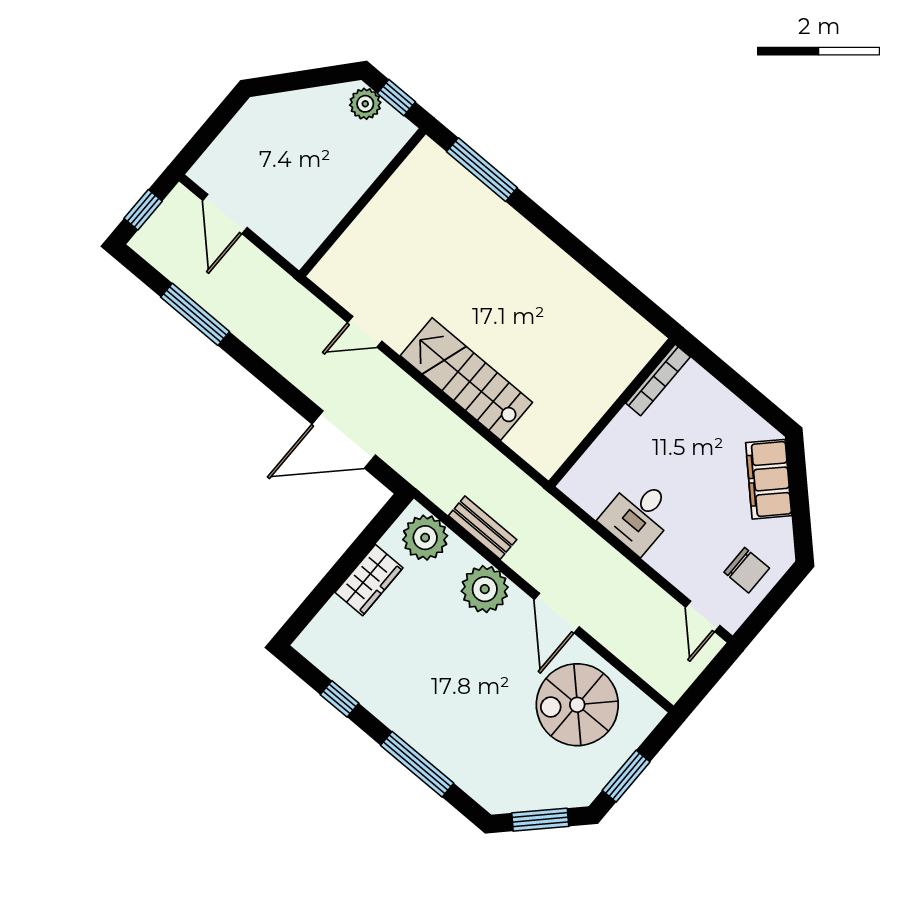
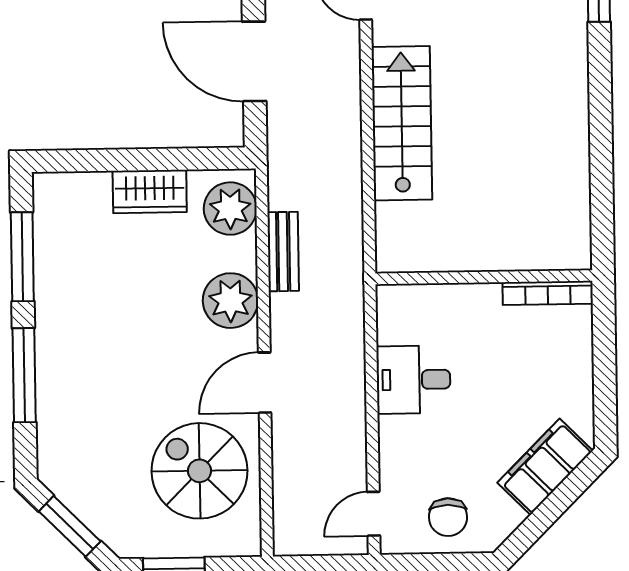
window: (340, 699) -> (22, 257), width x2.17

